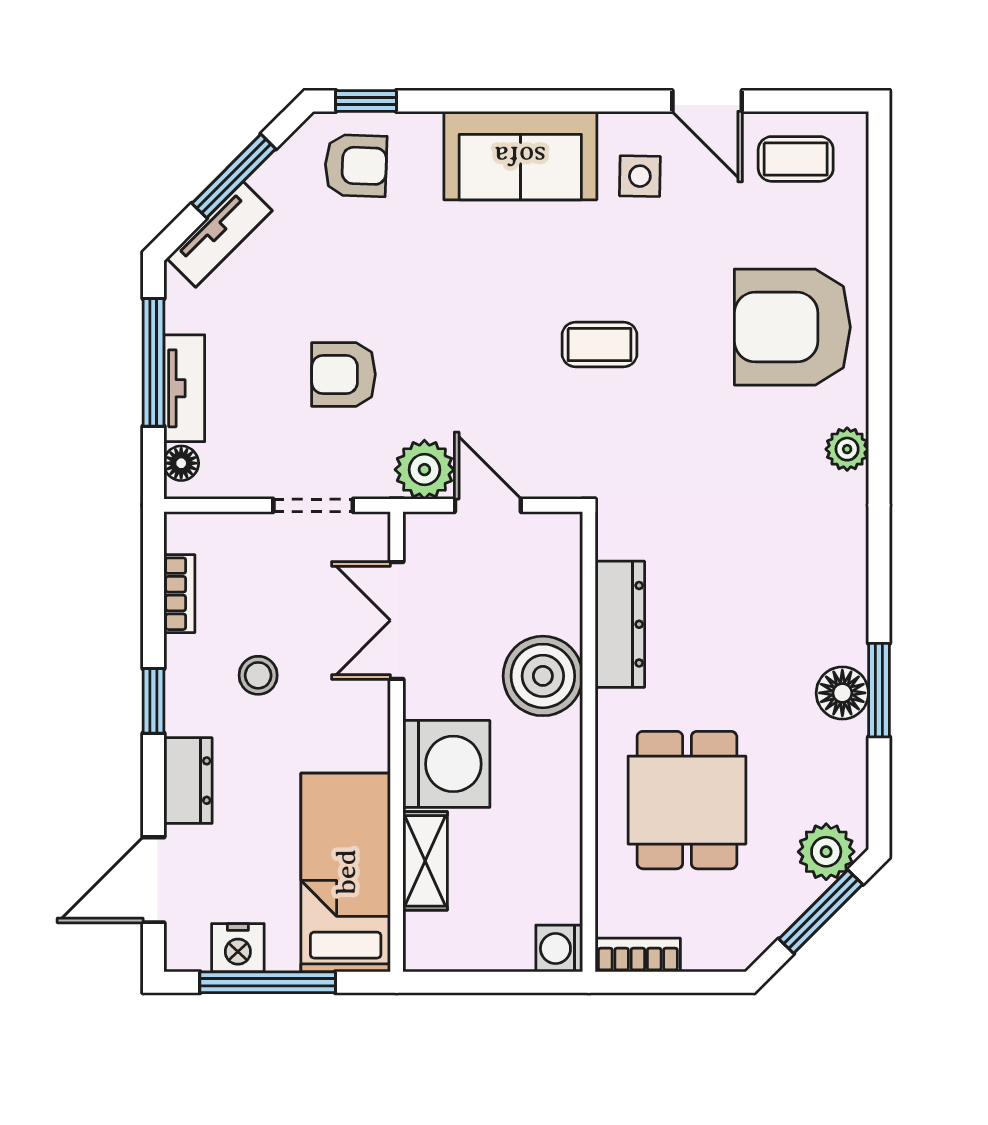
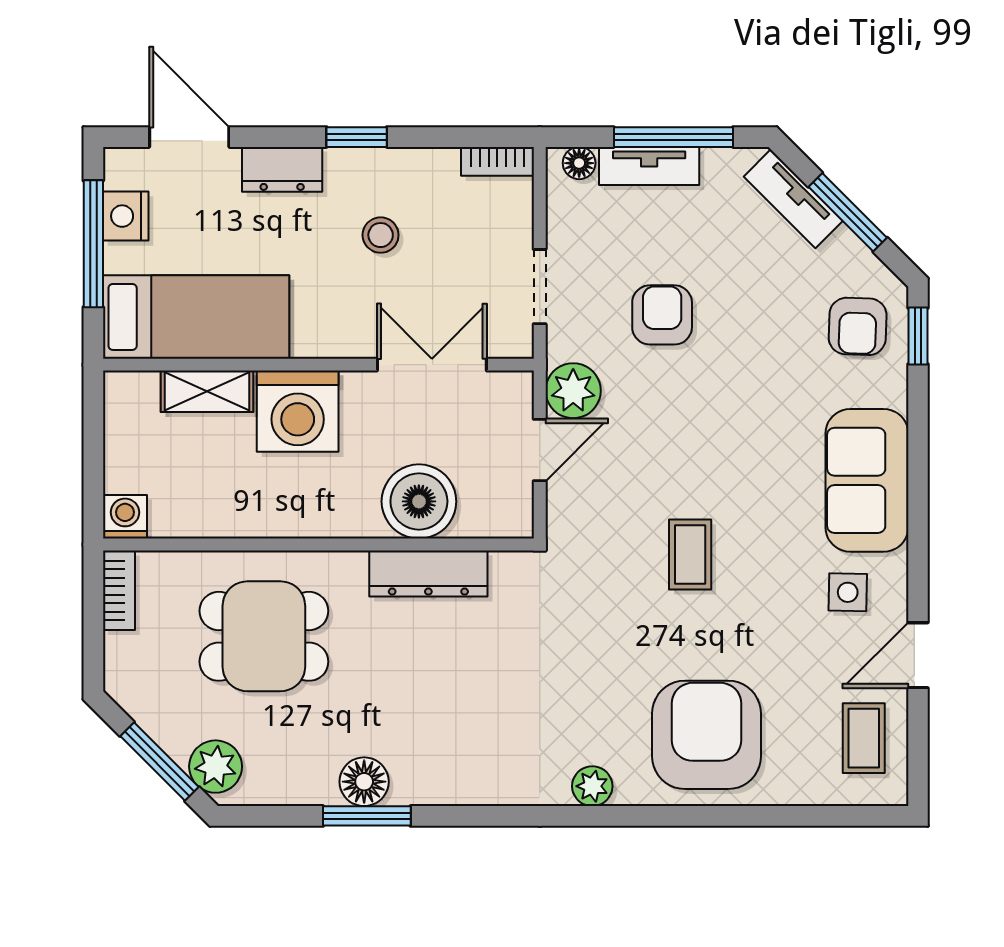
bookcase: (179, 594) -> (497, 161), moved
boiler: (543, 676) -> (419, 501), moved

